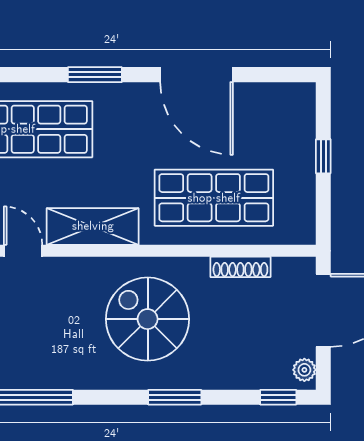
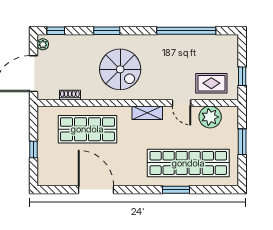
window: (95, 75) -> (176, 190), moved
shelving: (93, 226) -> (147, 113), width x0.67, depth x0.75
shoe rack: (240, 267) -> (70, 95), width x0.70

